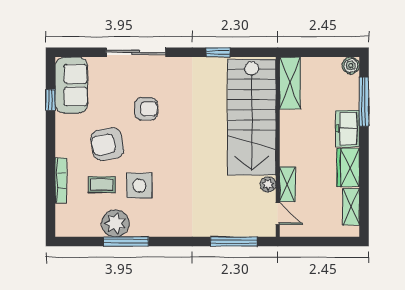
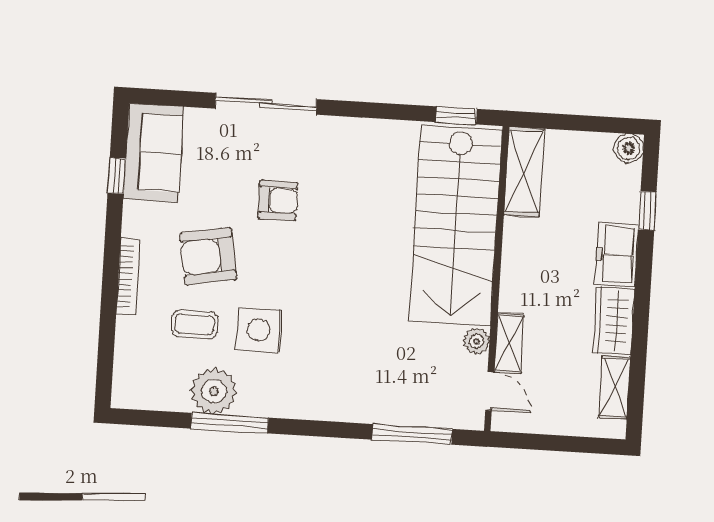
window: (218, 52) -> (456, 115), moved
window: (364, 102) -> (647, 211), width x0.46
bookcase: (61, 180) -> (128, 276), moved

